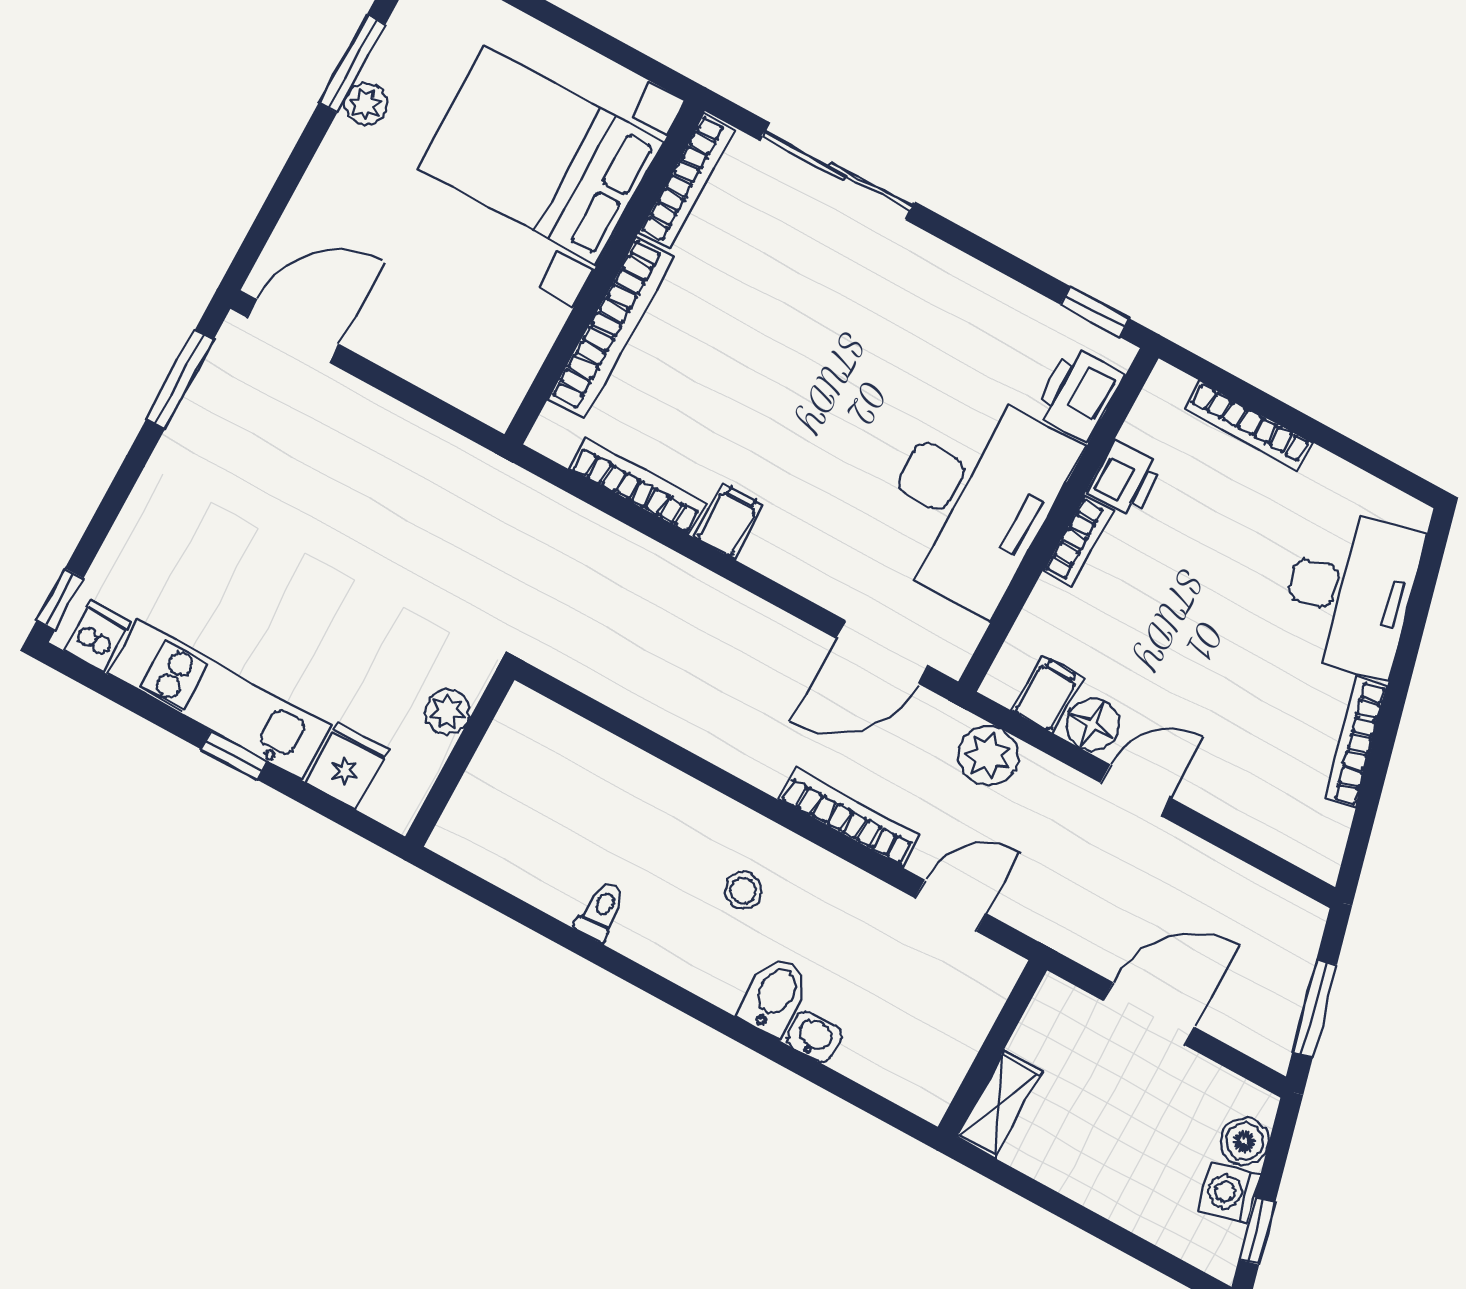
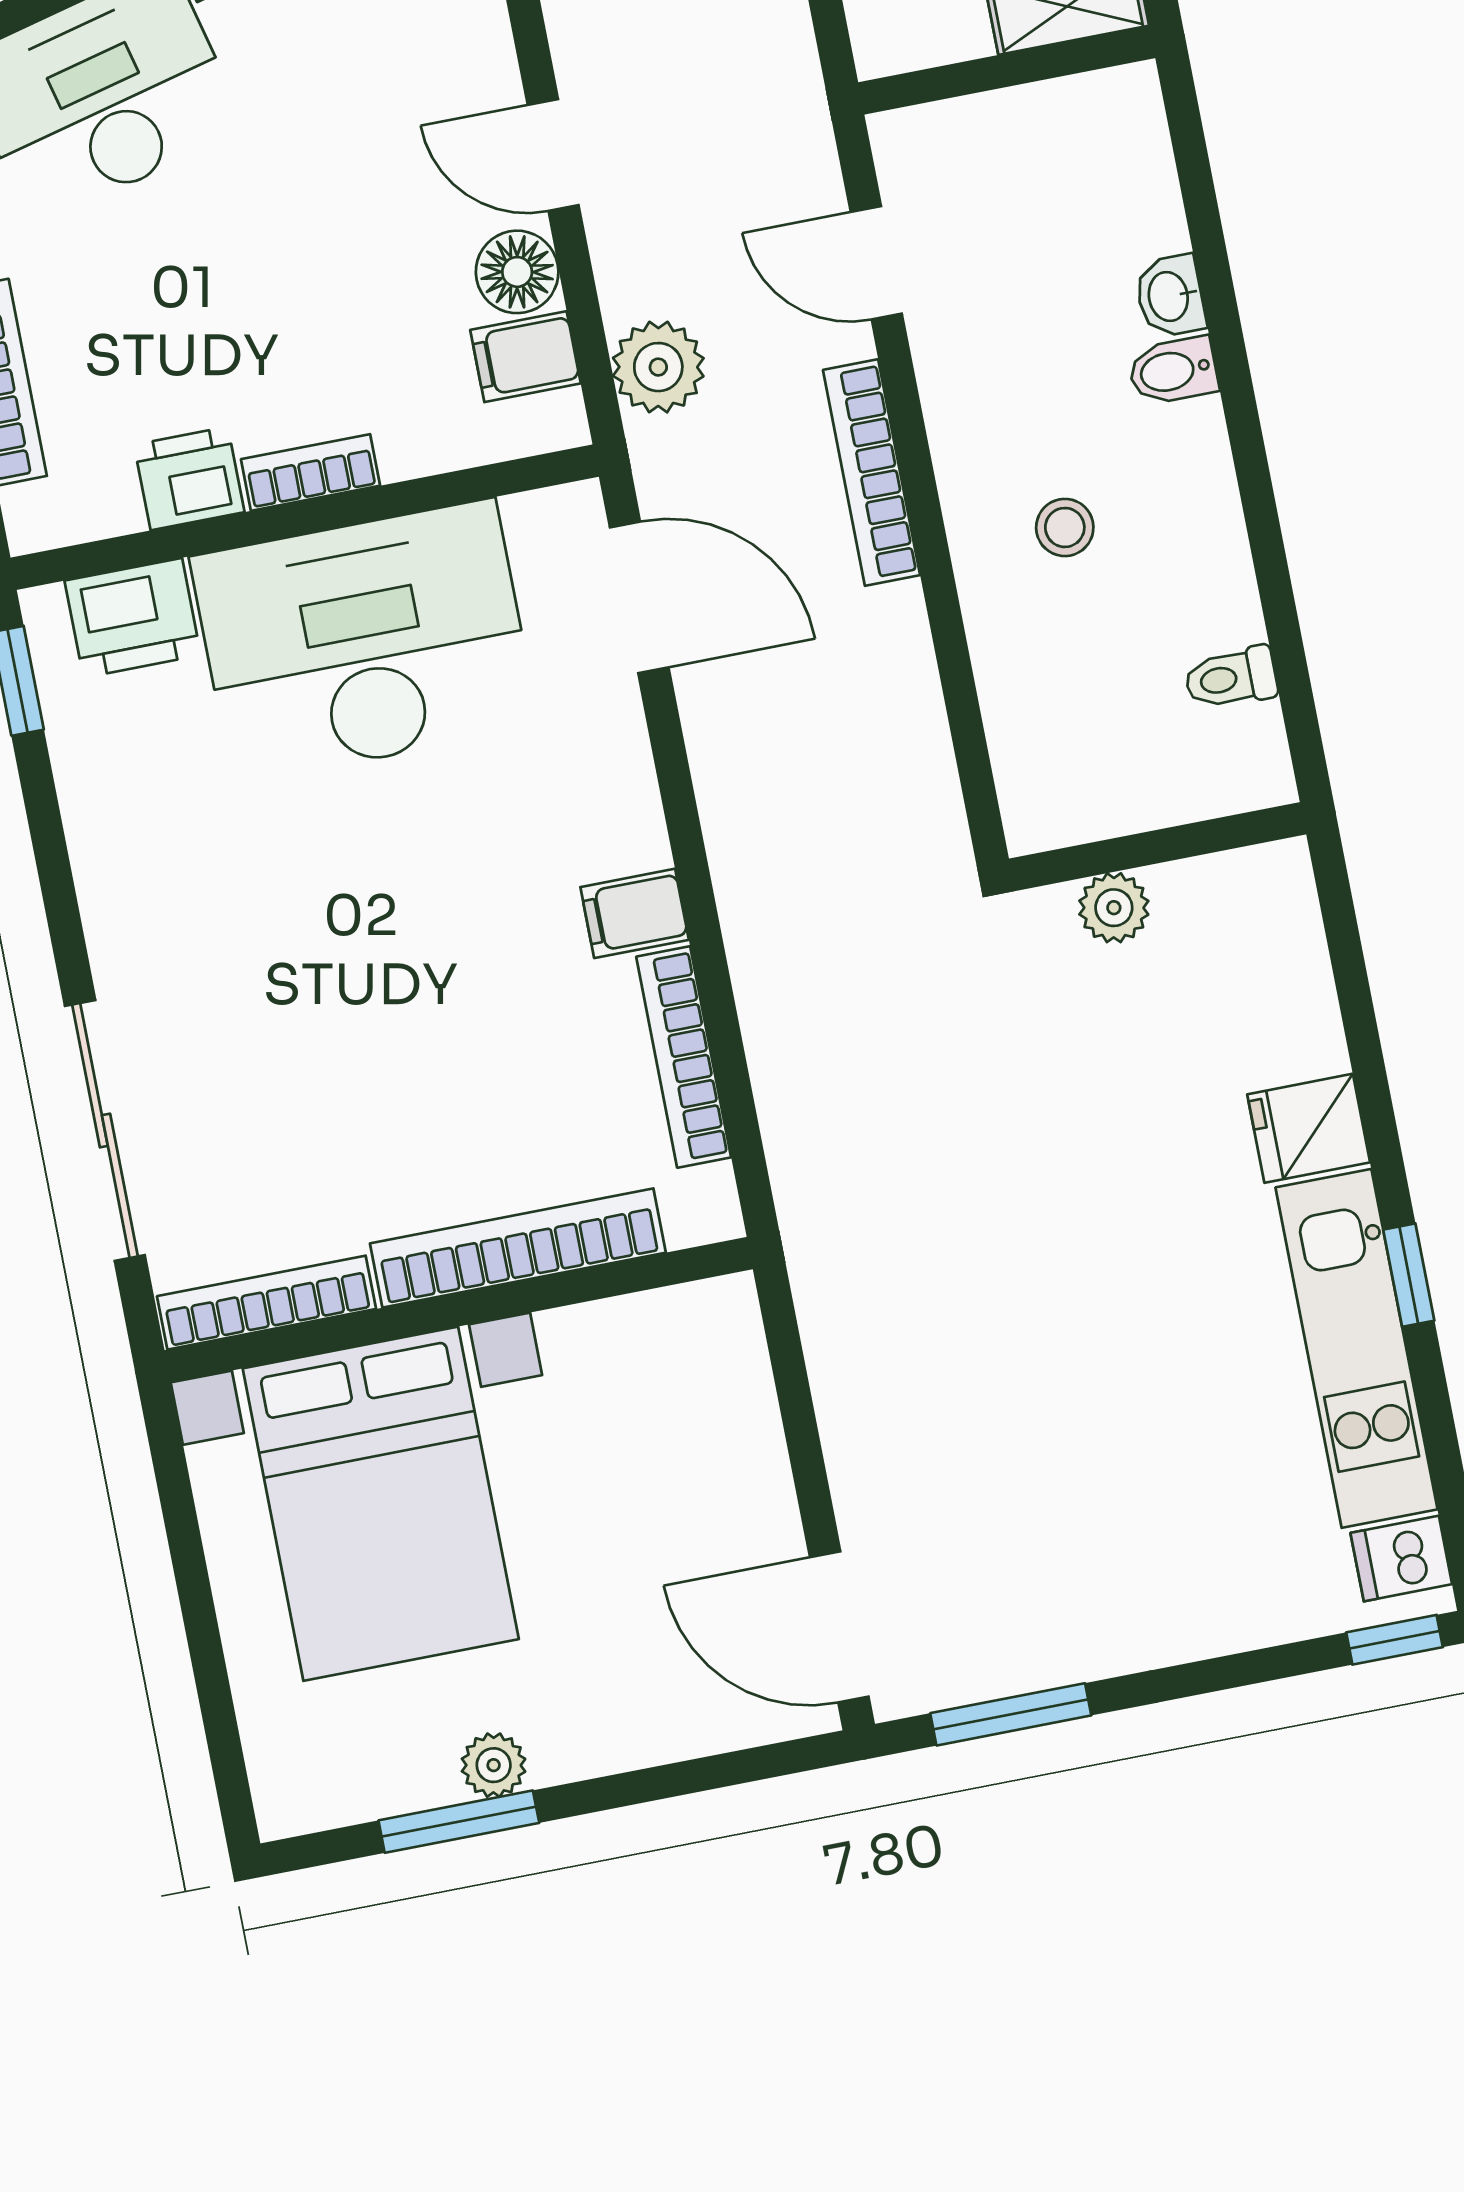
plant: (448, 712) -> (1114, 908), moved
wall: (460, 758) -> (1158, 847), moved
bidet: (775, 996) -> (1173, 371), width x0.72, depth x0.74

